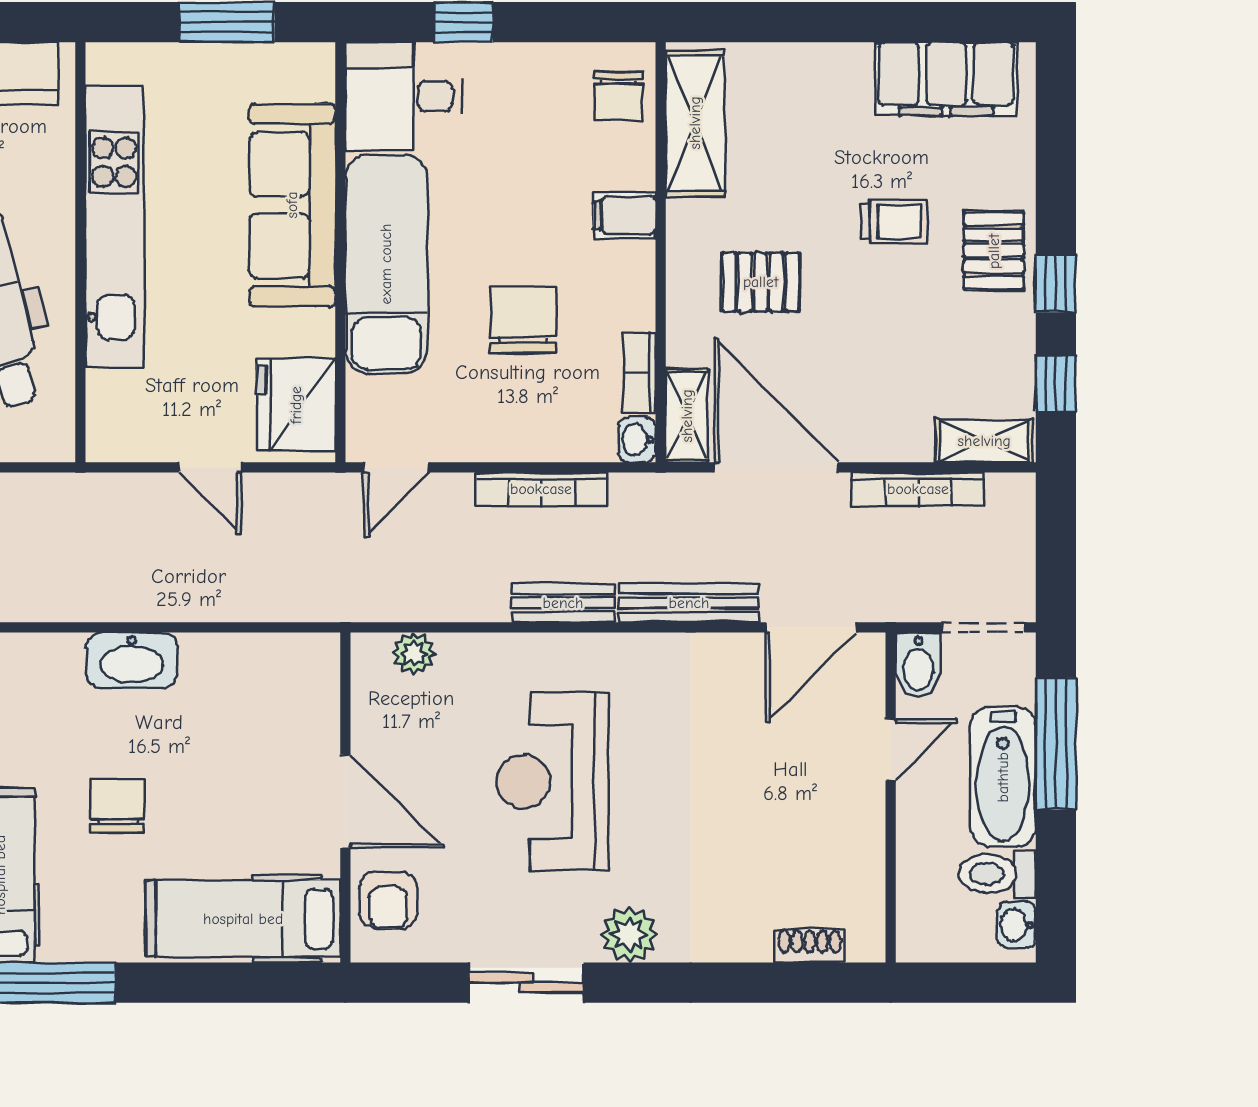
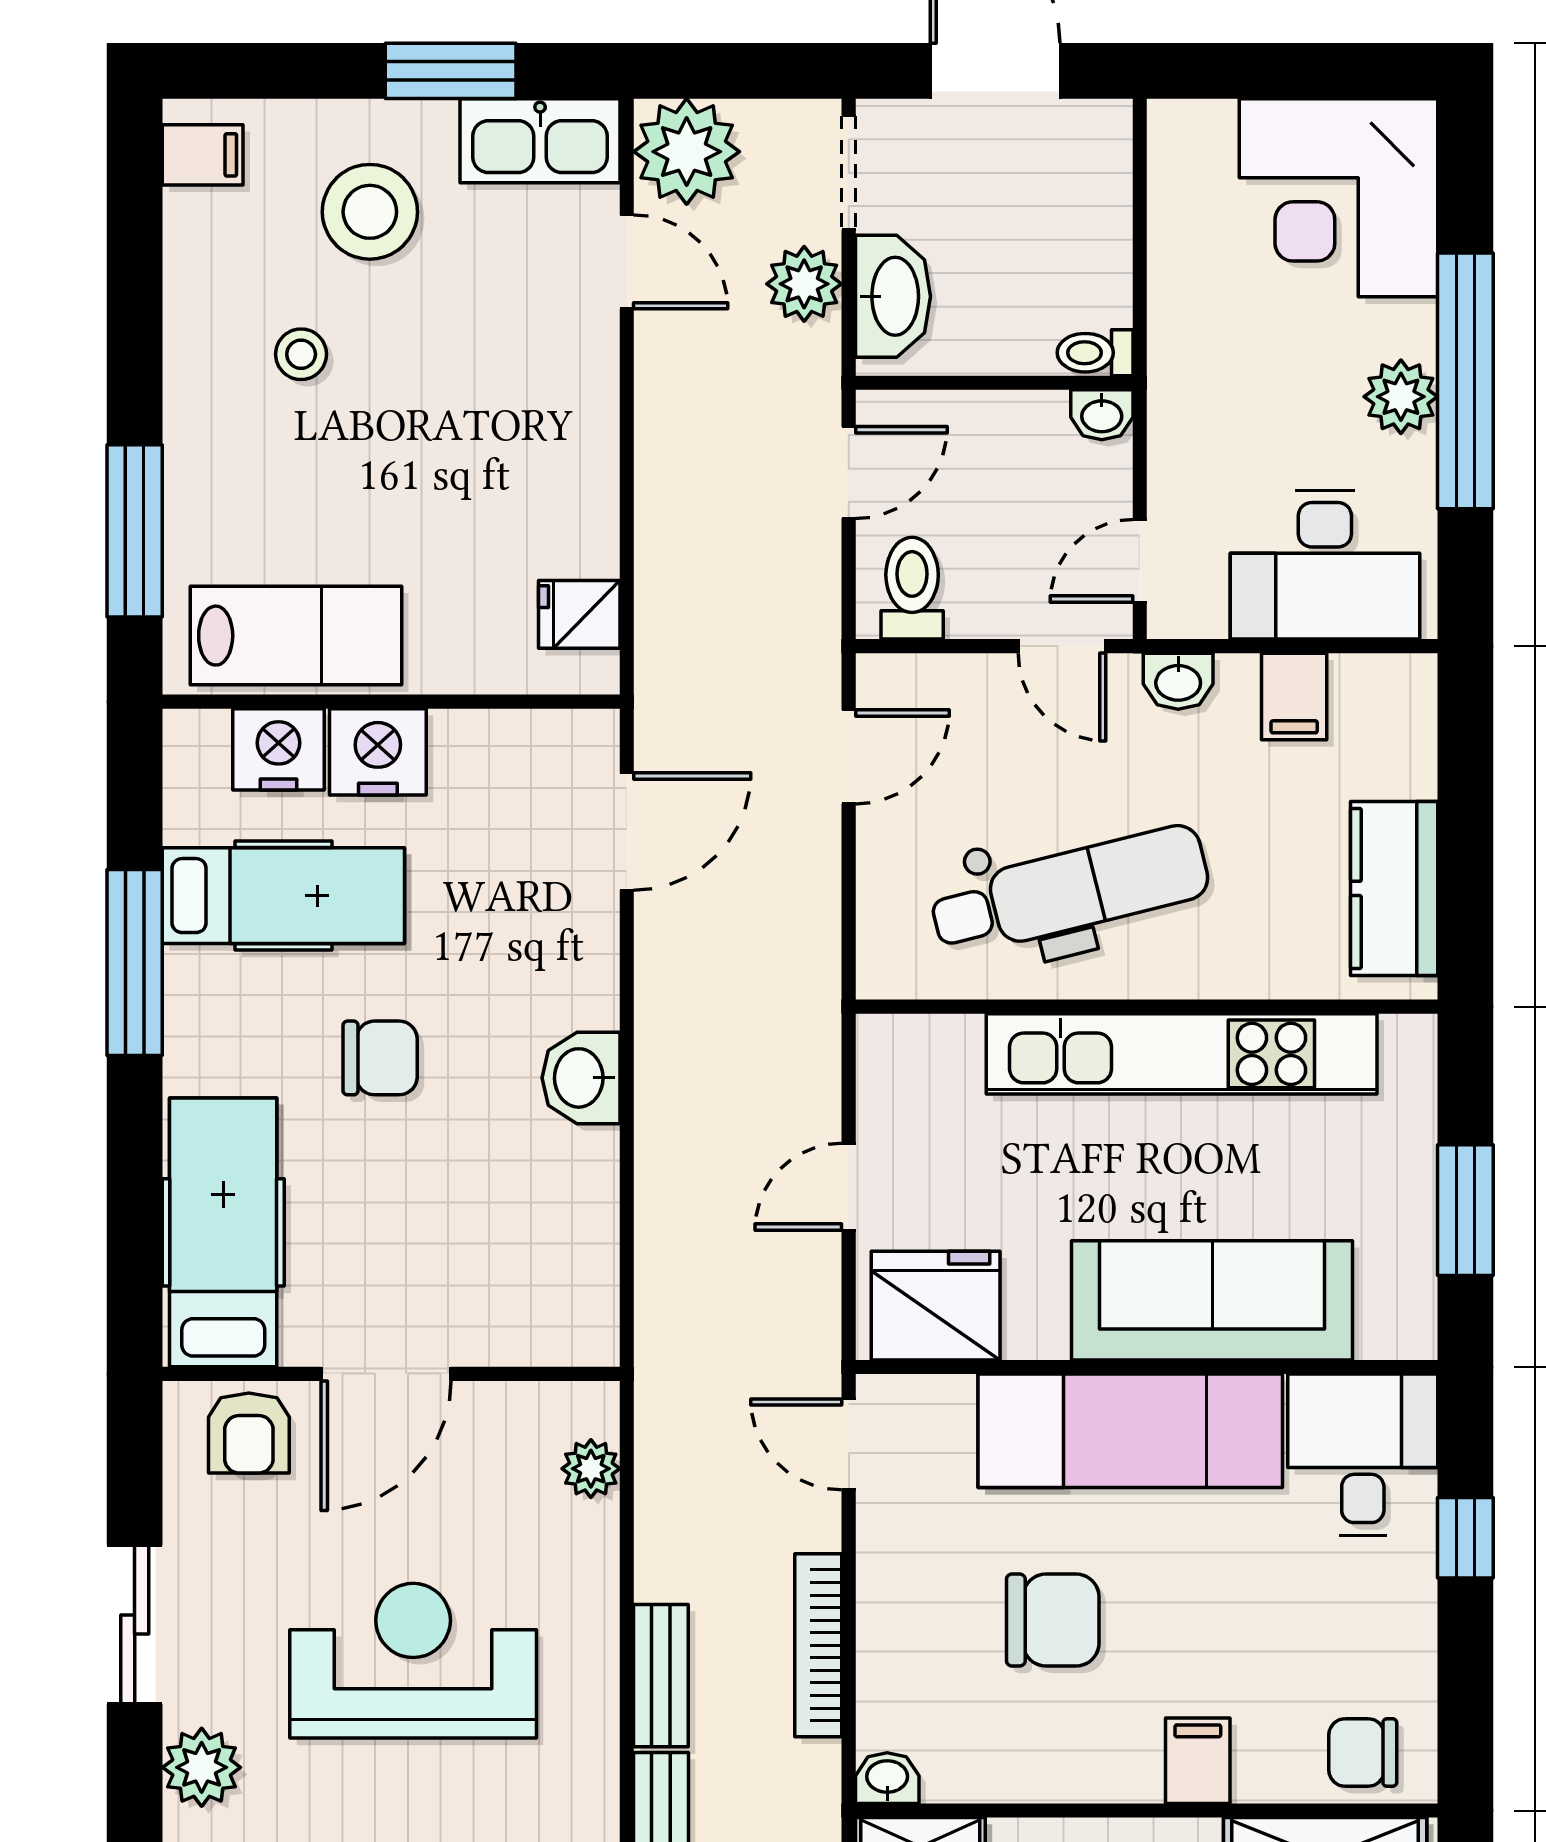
bookcase: (640, 373) -> (980, 1781), removed
washbasin: (132, 660) -> (581, 1078), width x0.72
armchair: (388, 900) -> (249, 1433), turned -90

